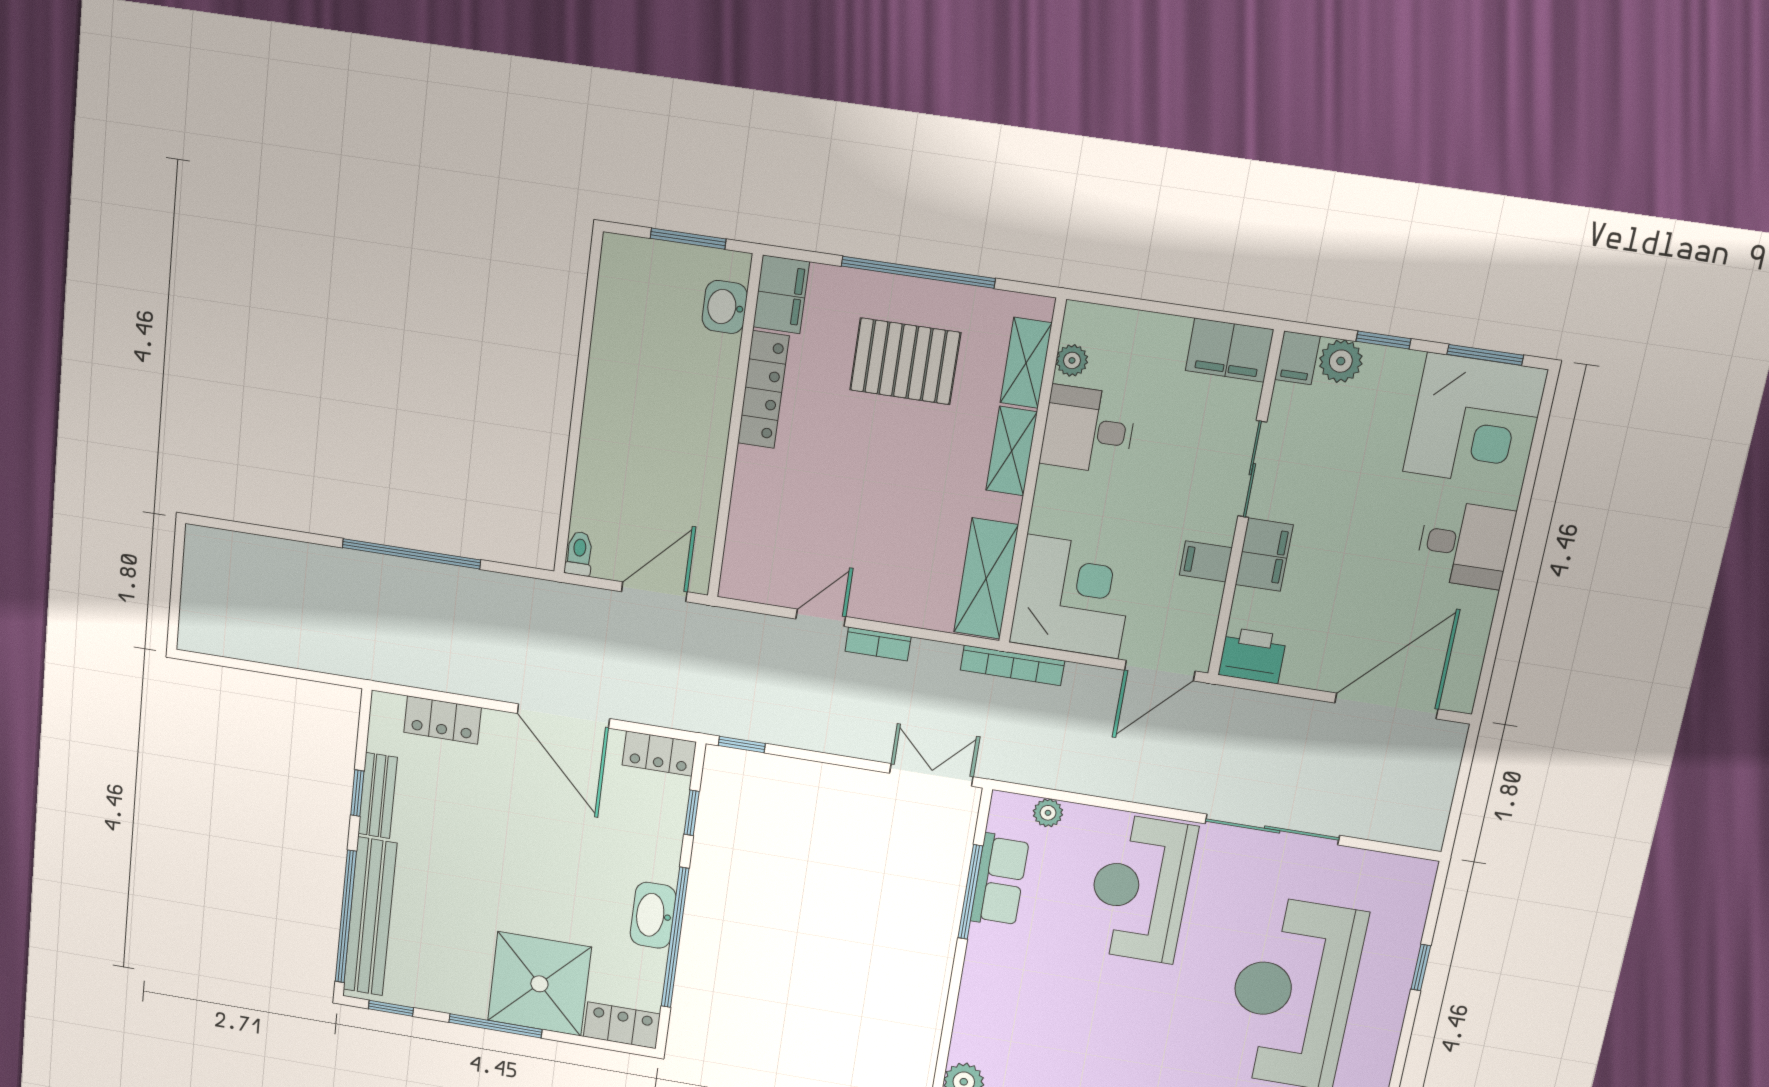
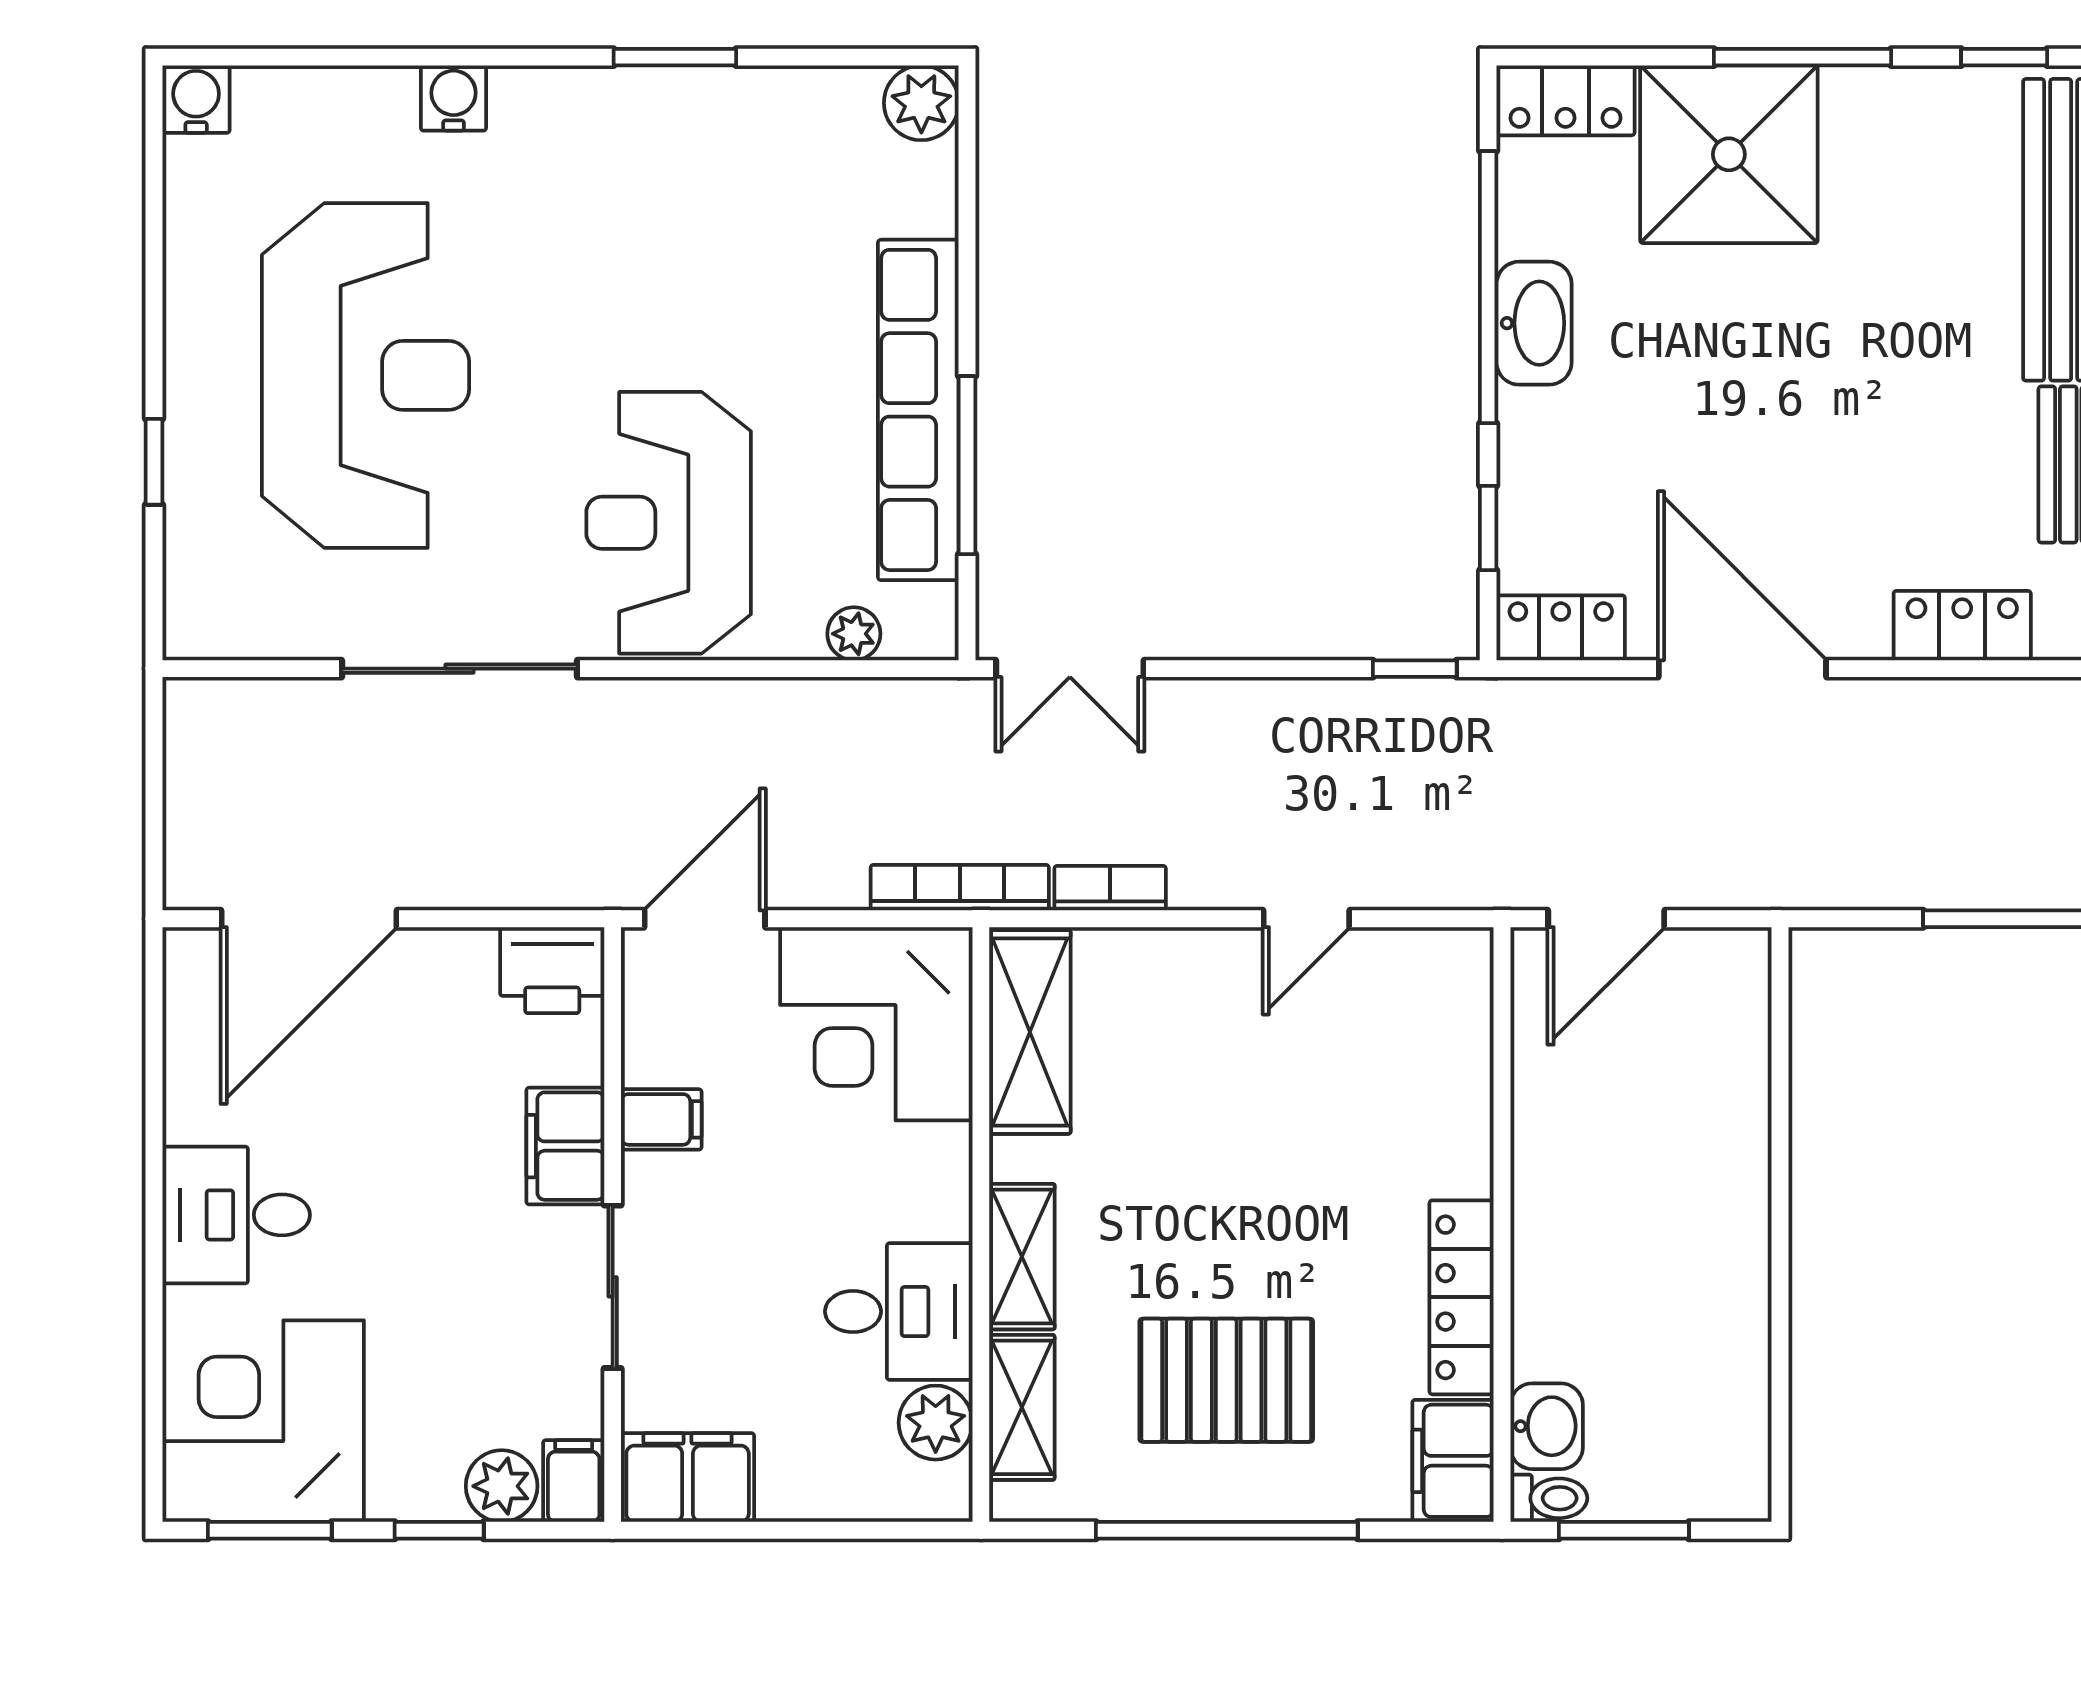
plant: (1072, 360) -> (936, 1423), width x1.38, depth x1.38
toilet: (579, 554) -> (1549, 1498), moved, turned -90
bookcase: (878, 644) -> (1110, 888), moved
row of seats: (1000, 880) -> (918, 410), width x2.02
reception desk: (1140, 888) -> (669, 523), turned 180

